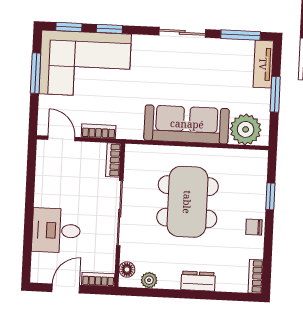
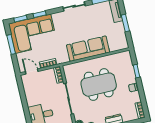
plant: (246, 129) -> (116, 43), removed
dining table: (187, 202) -> (99, 85), turned 90

